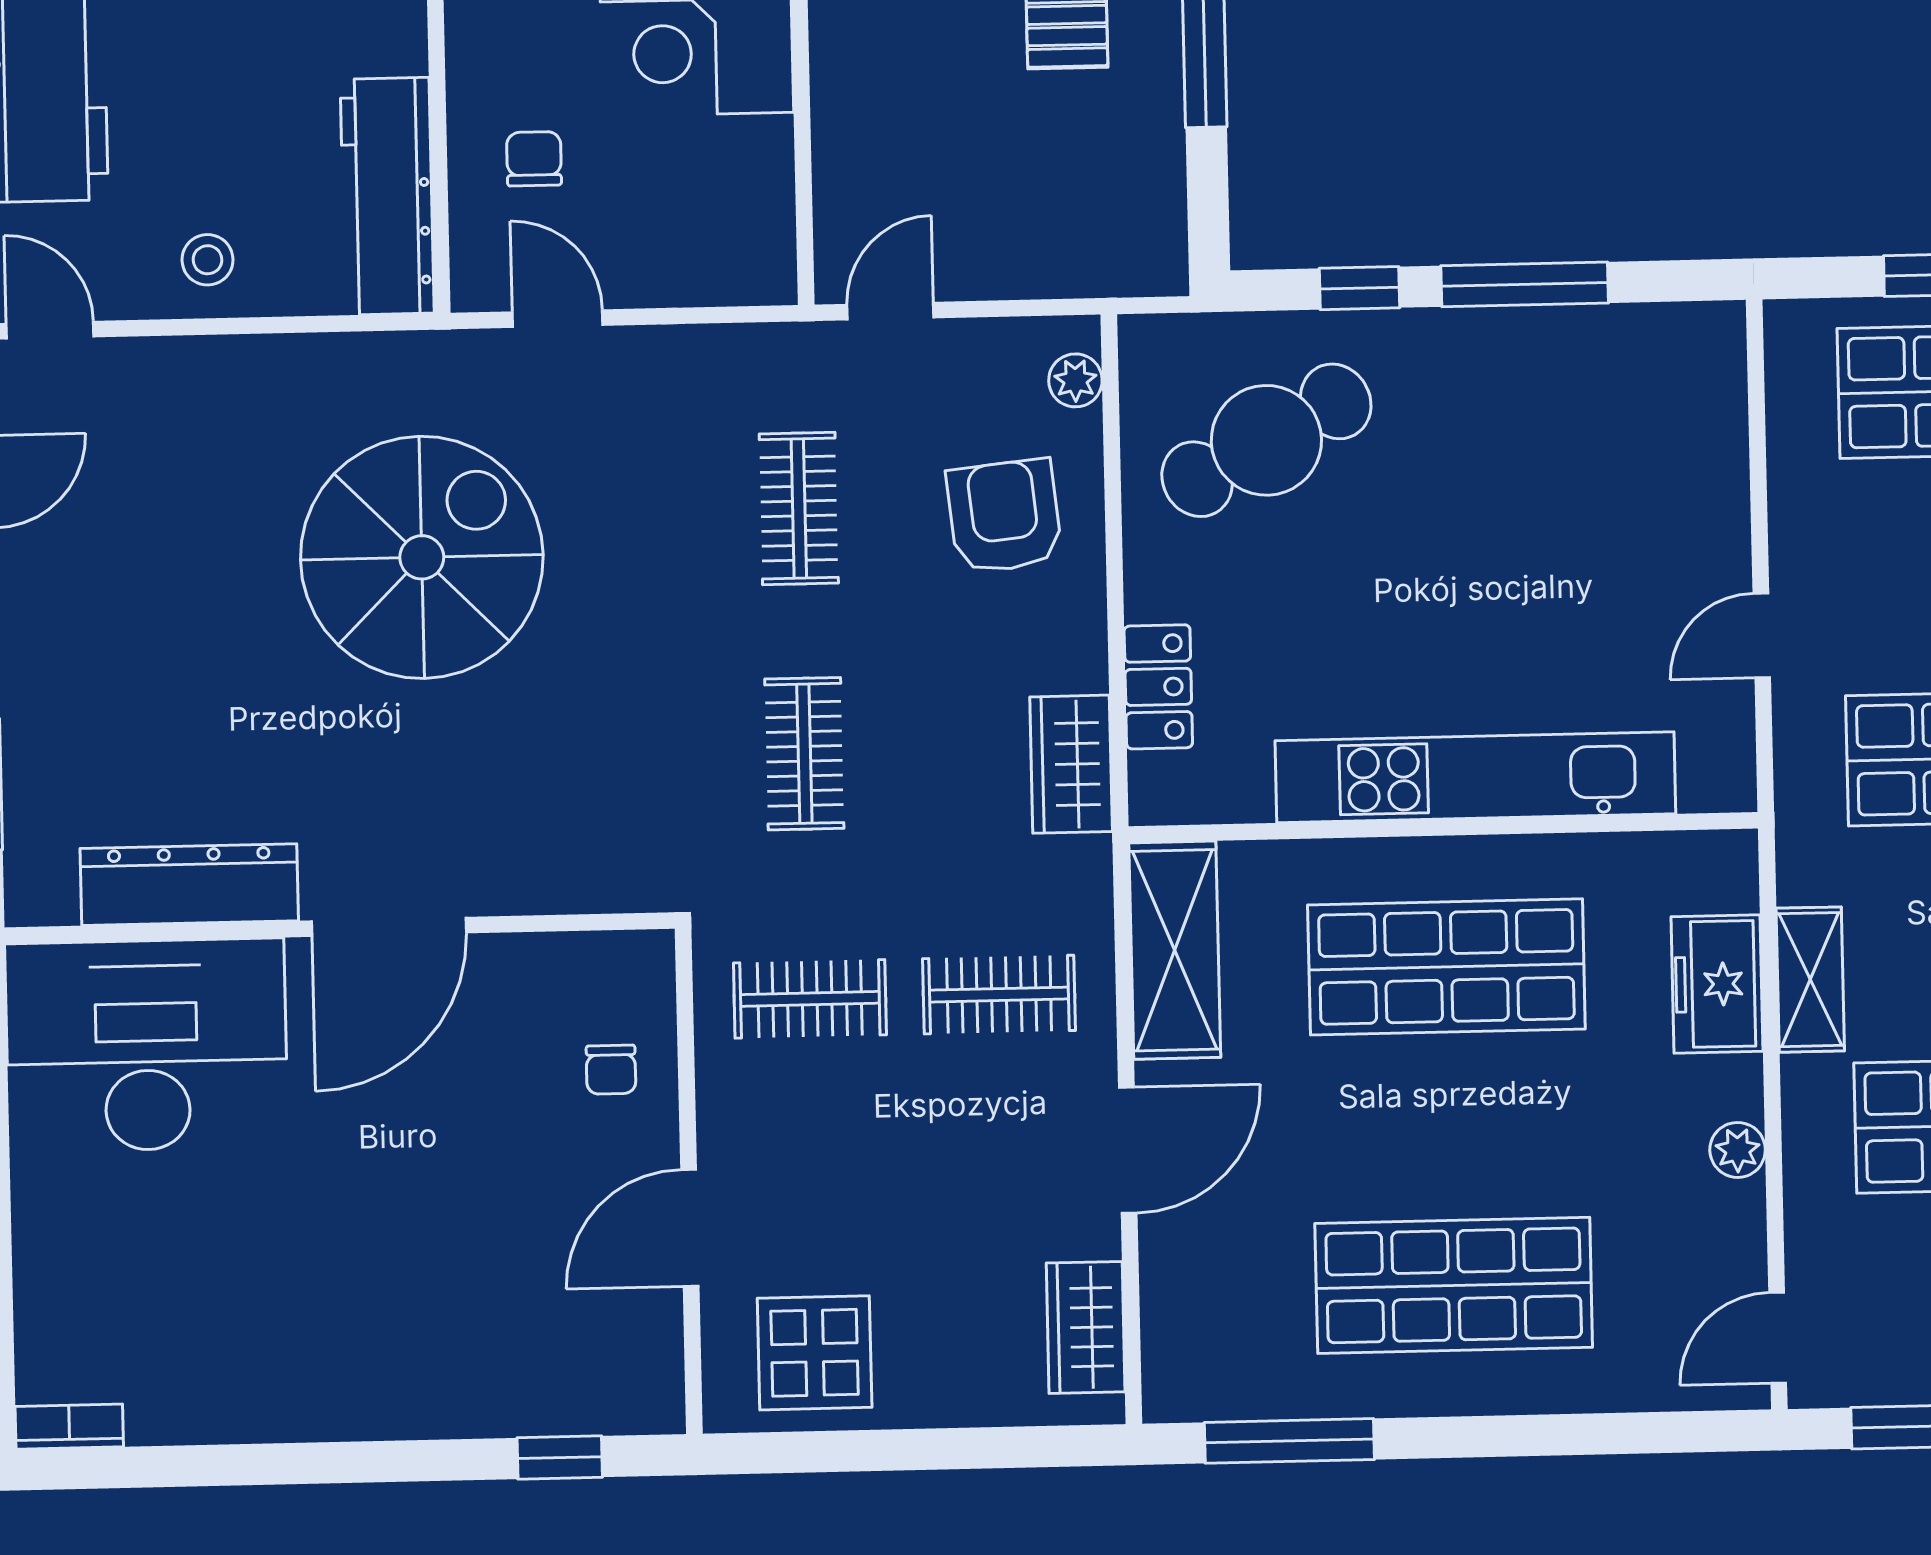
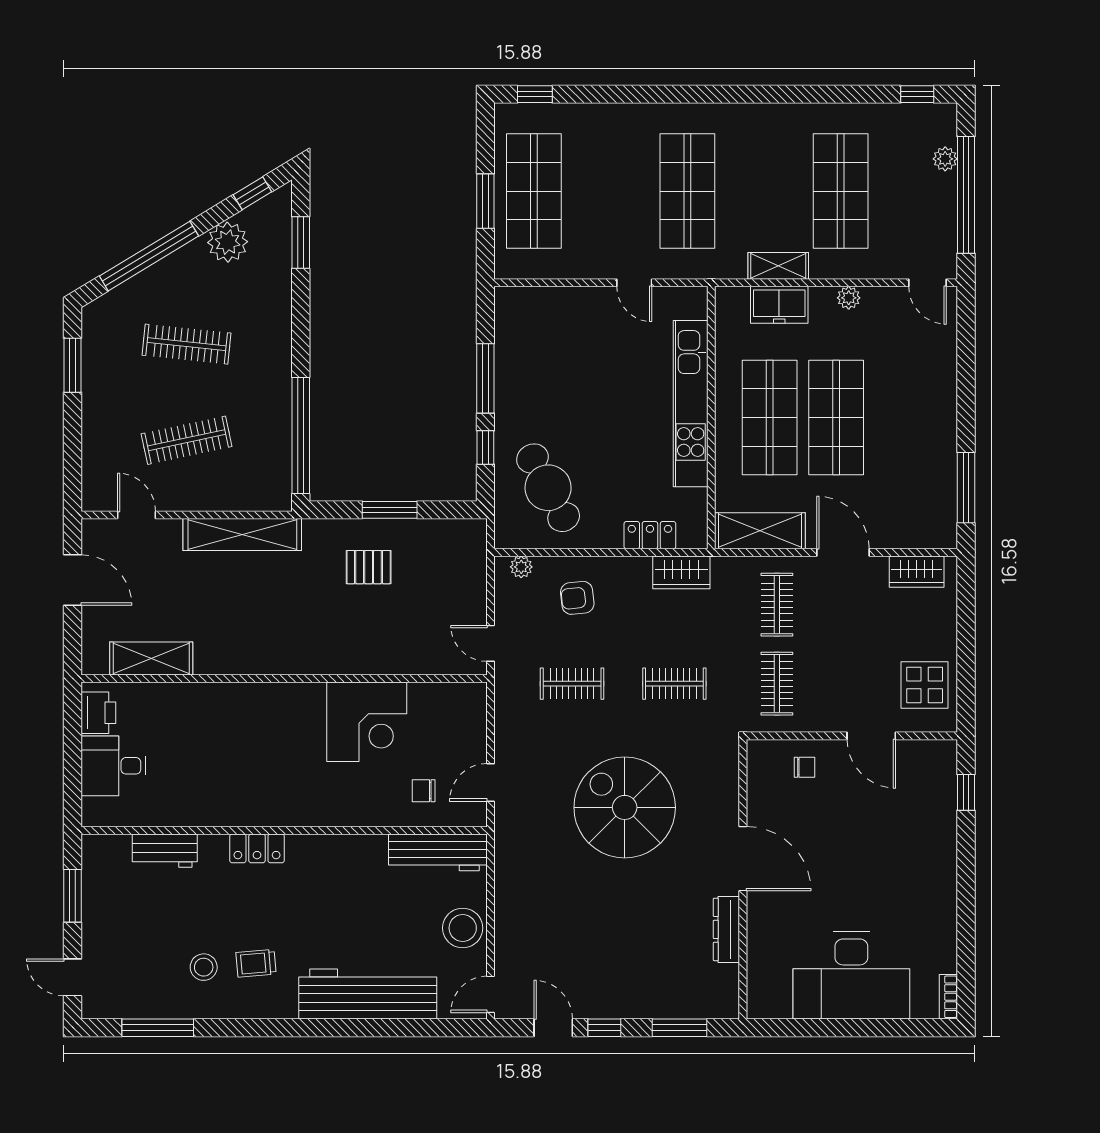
stool: (208, 260) -> (463, 928), width x1.89, depth x1.89
armchair: (1004, 516) -> (577, 598), width x0.72, depth x0.72
spiral stairs: (422, 557) -> (625, 807), moved
dresser: (189, 885) -> (726, 929), width x0.73, depth x0.80
desk: (147, 1045) -> (851, 976), moved, turned -90
shop shelf: (1454, 1285) -> (836, 418), moved

